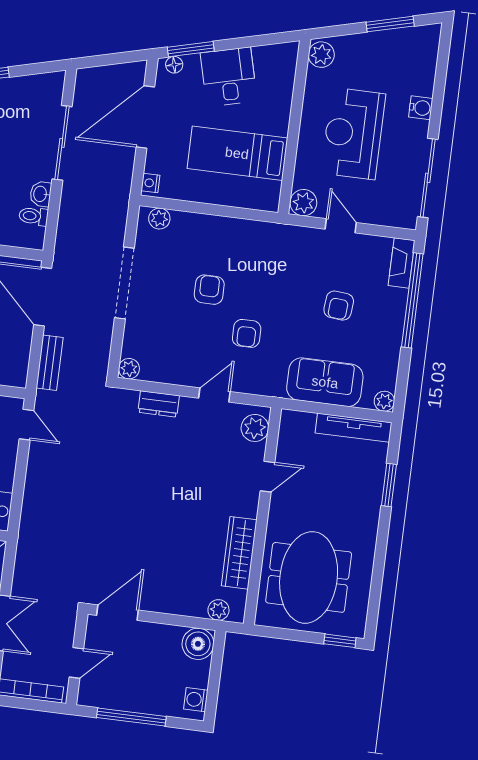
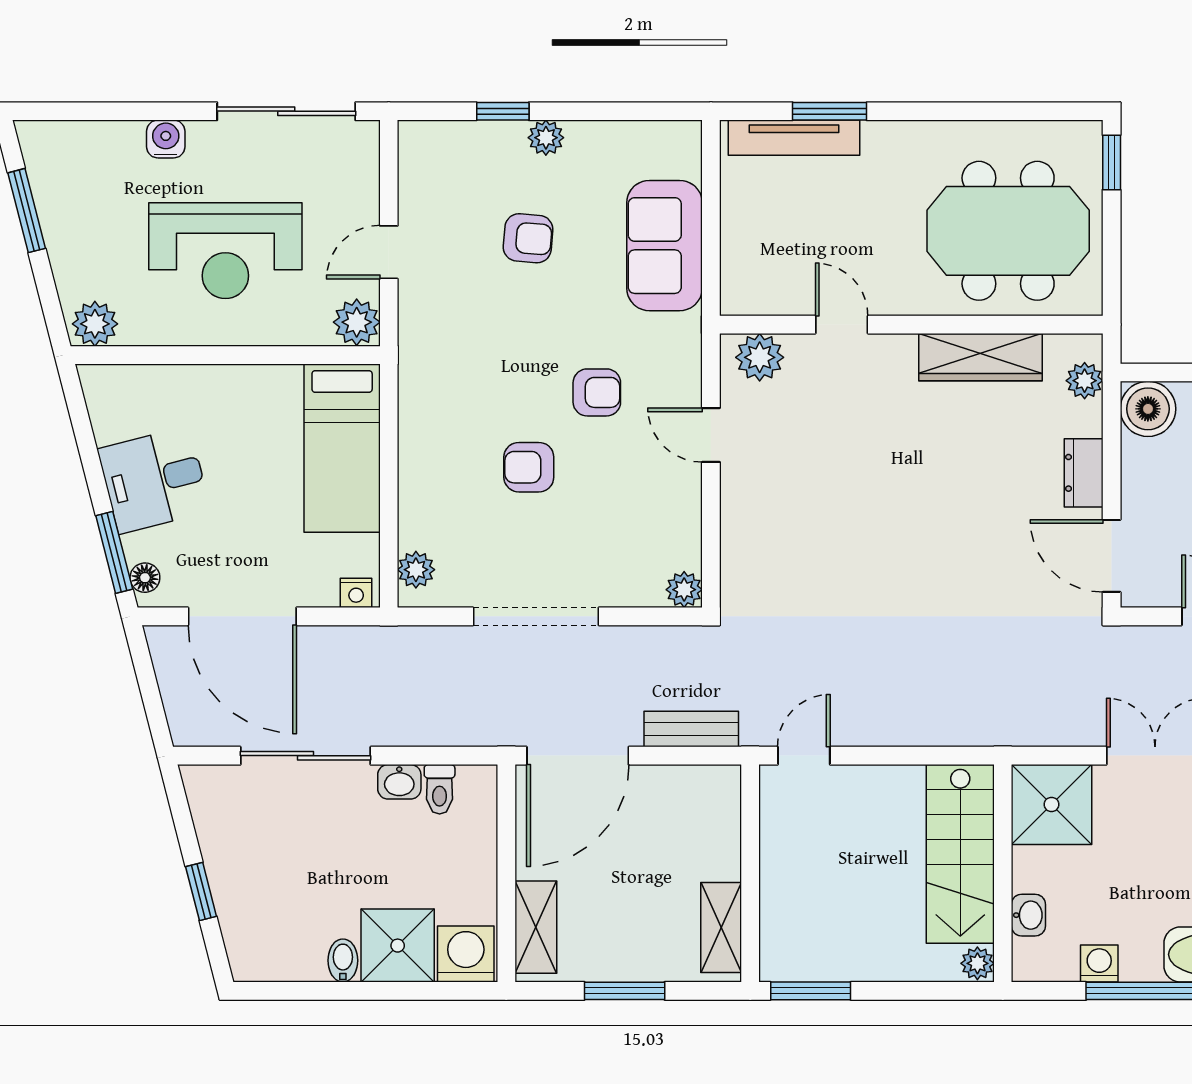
bed: (237, 153) -> (342, 448), moved
fireplace: (402, 263) -> (440, 138), removed
window: (412, 300) -> (503, 111), width x0.32
plant: (384, 401) -> (546, 138), moved
dresser: (159, 404) -> (1084, 473), moved, turned 180
tv unit: (354, 428) -> (794, 138), moved, turned 90

